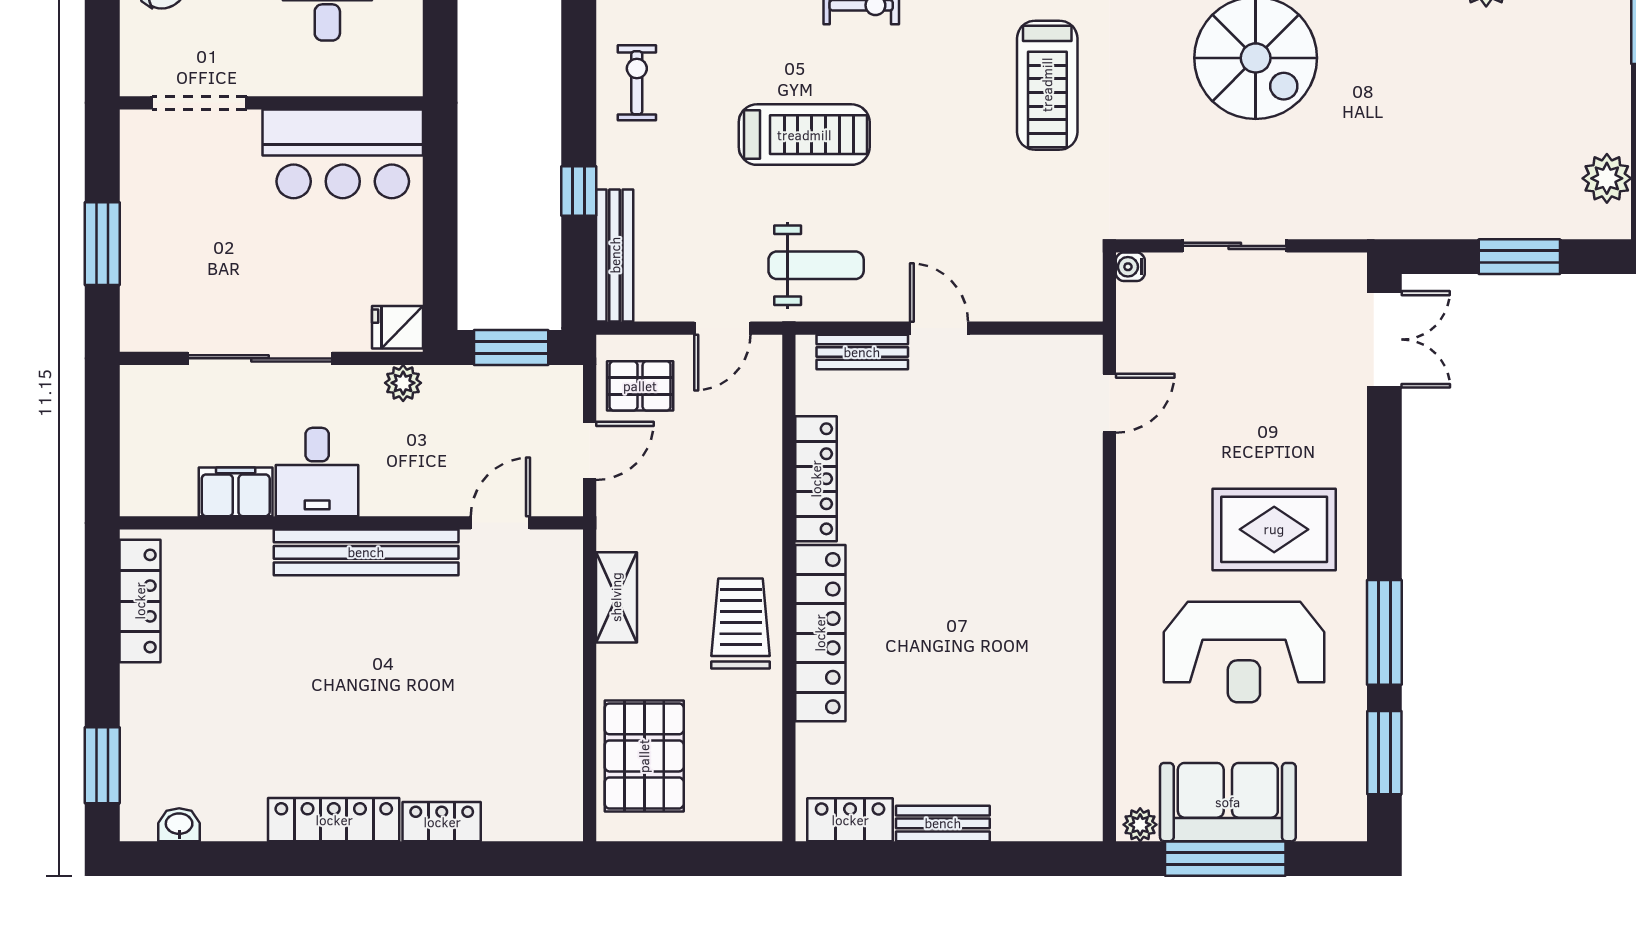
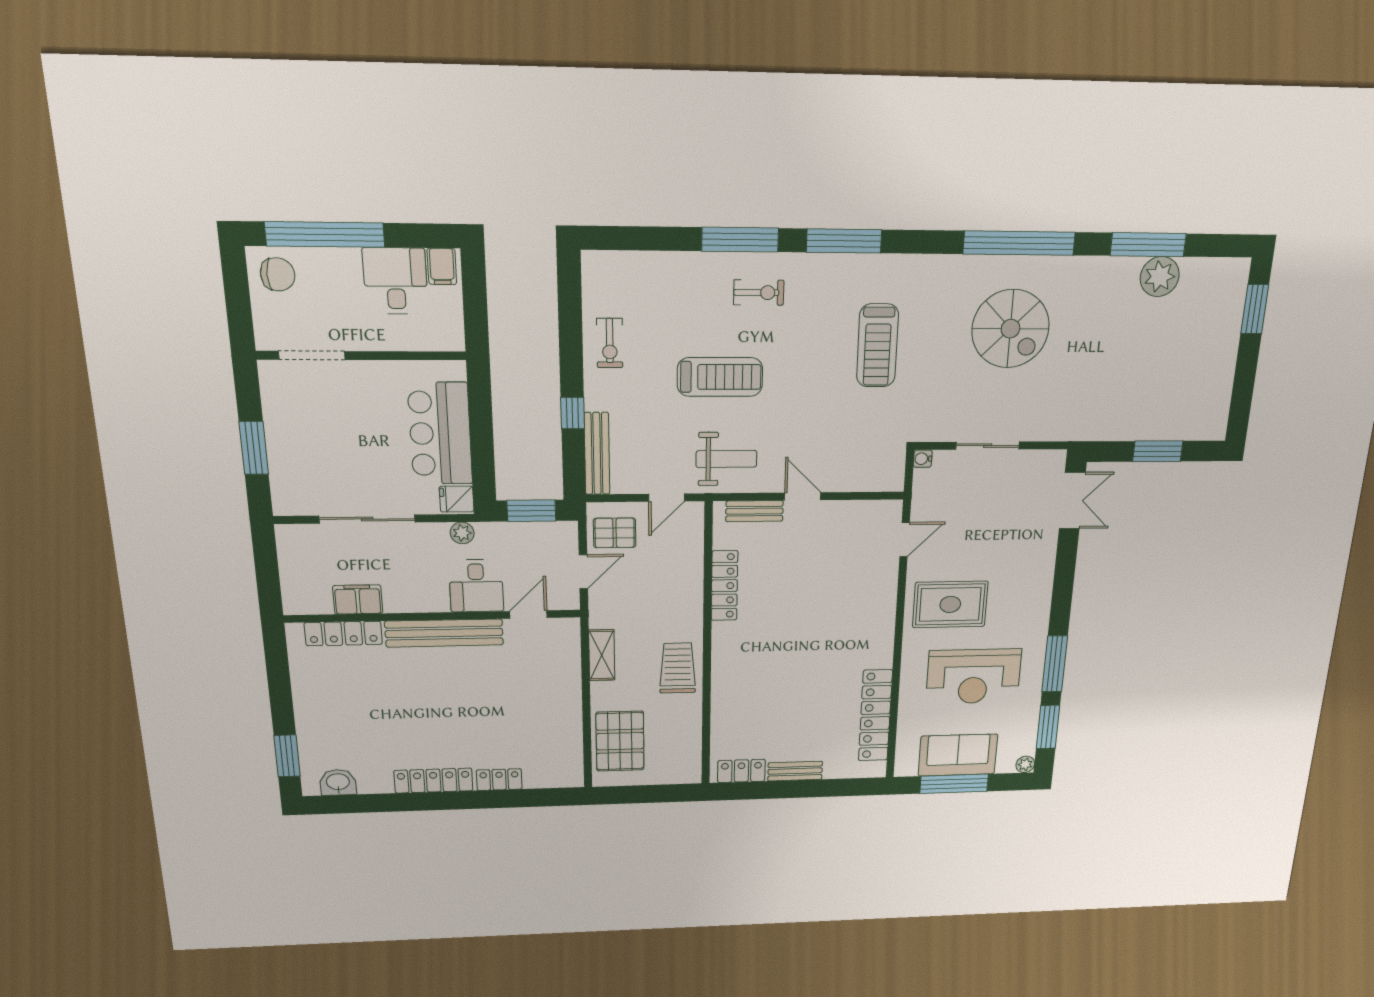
exercise bike: (637, 83) -> (610, 343), turned 180
bar counter: (343, 154) -> (440, 433), moved, turned 90
plant: (1607, 178) -> (1216, 404), removed
desk: (317, 472) -> (476, 586), moved
rug: (1274, 529) -> (950, 604), moved
locker: (140, 601) -> (343, 634), moved, turned 90
locker: (820, 633) -> (875, 716), moved, turned 180
washbasin: (179, 825) -> (338, 782), width x1.38, depth x1.45
plant: (1140, 825) -> (1025, 764), moved

